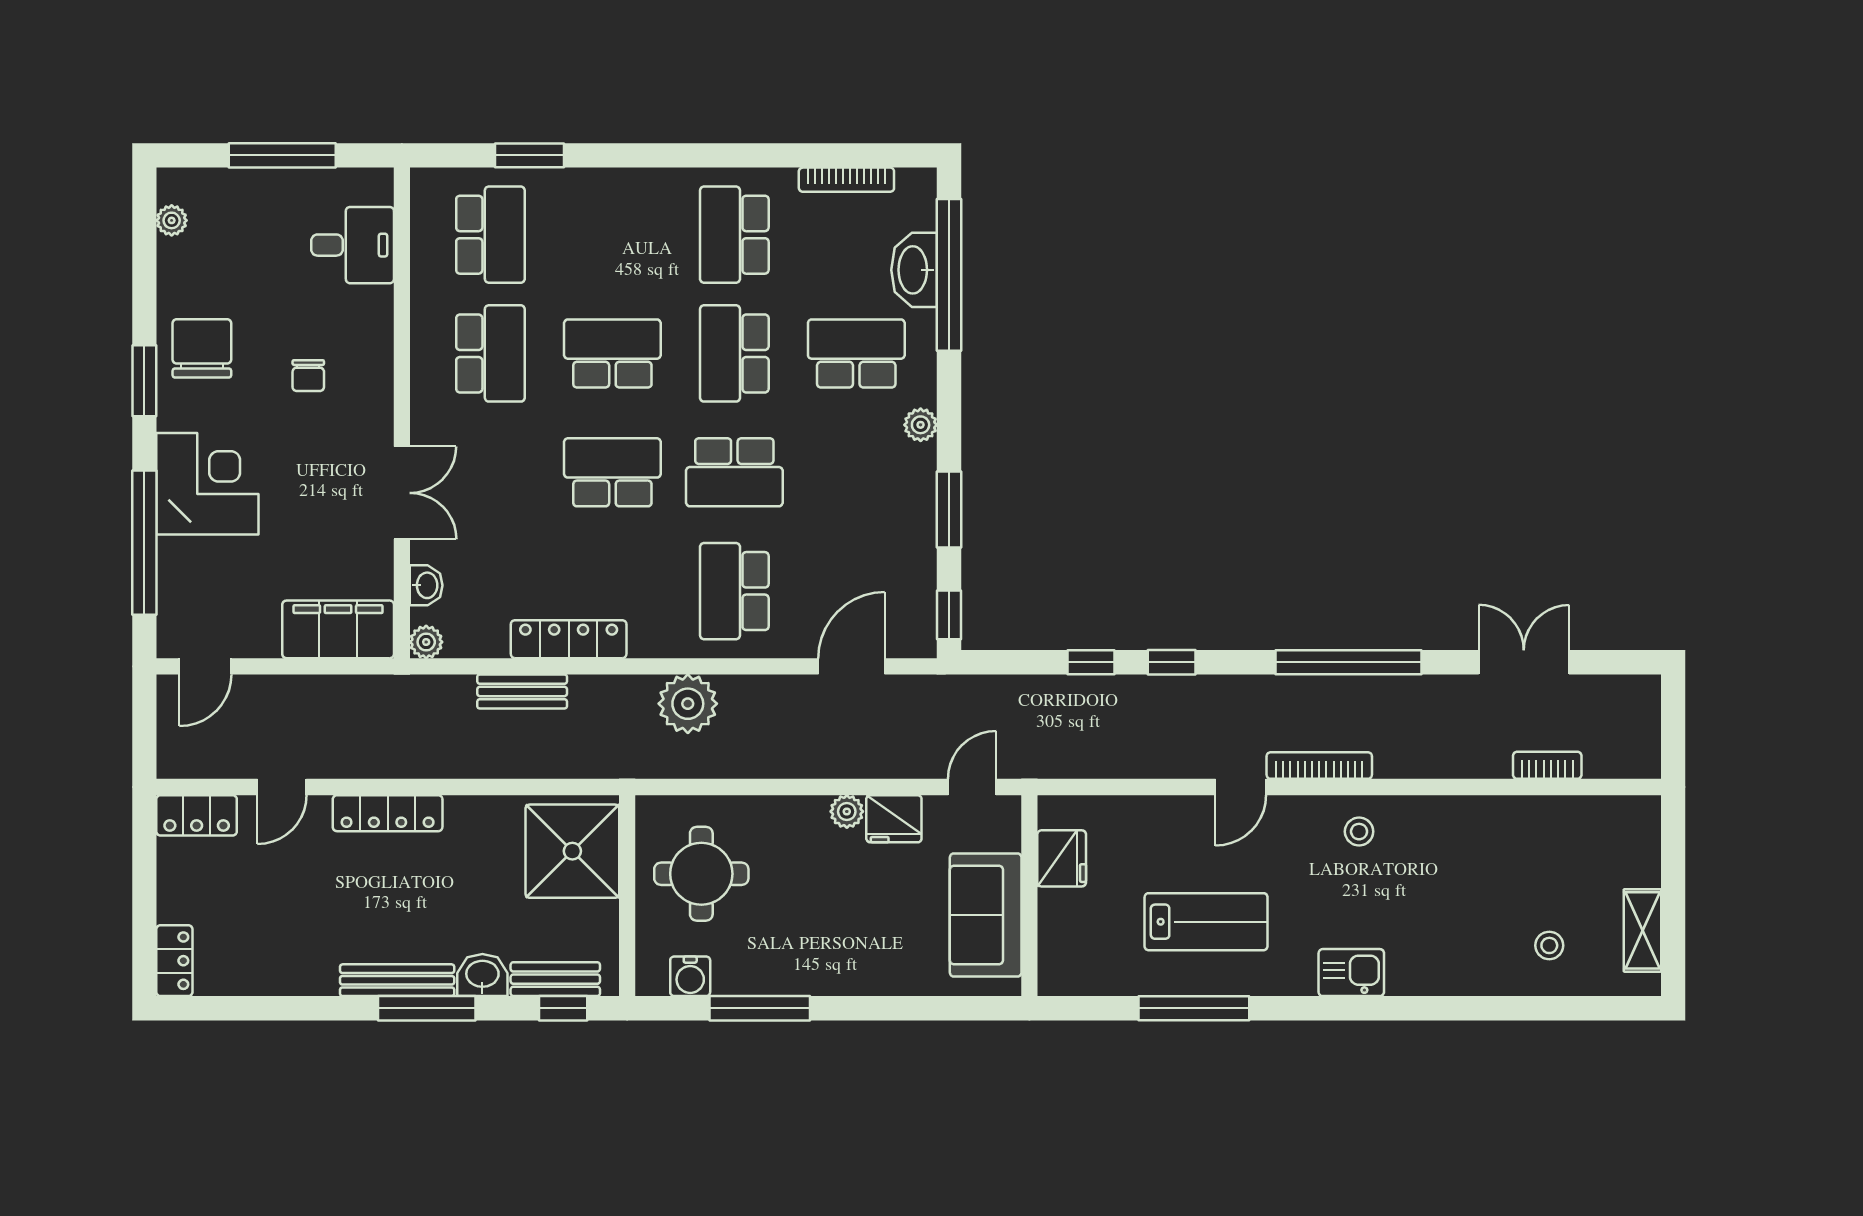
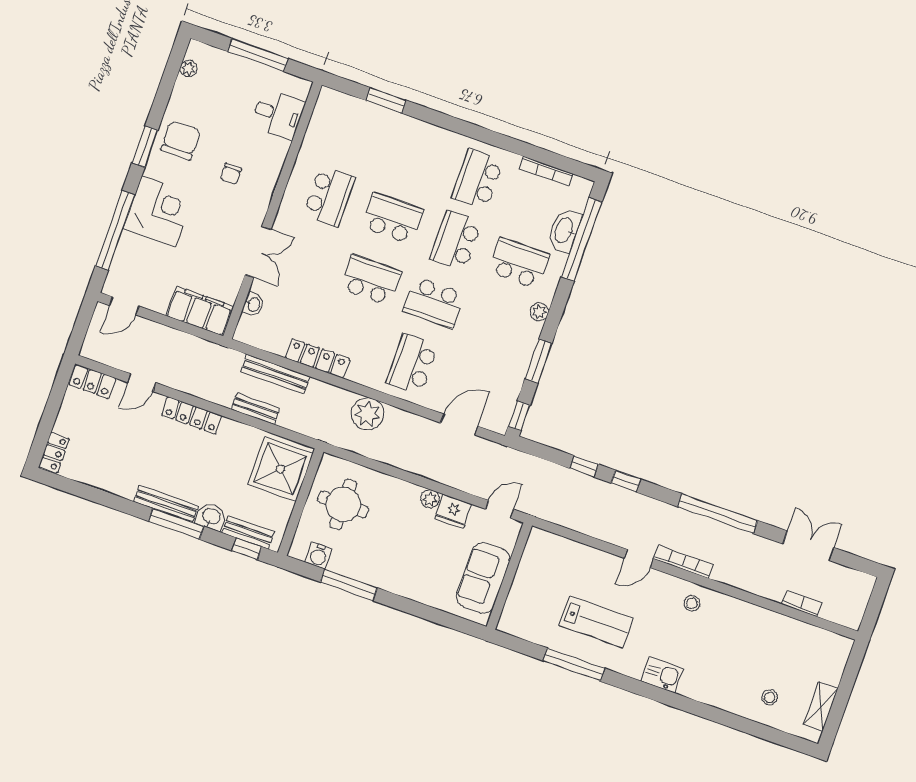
school desk: (490, 235) -> (351, 134), removed
plant: (426, 642) -> (243, 334), removed
bench: (522, 691) -> (275, 374), width x1.36
bench: (493, 763) -> (256, 409), added
fridge: (1062, 858) -> (533, 563), removed

